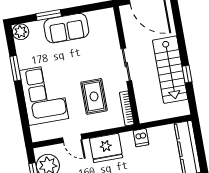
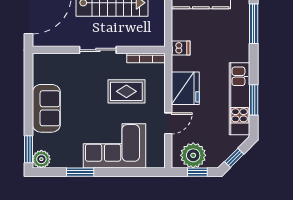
window: (49, 15) -> (28, 149), moved

